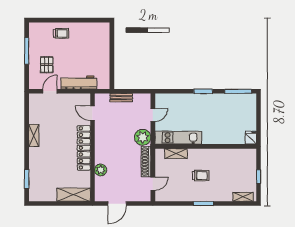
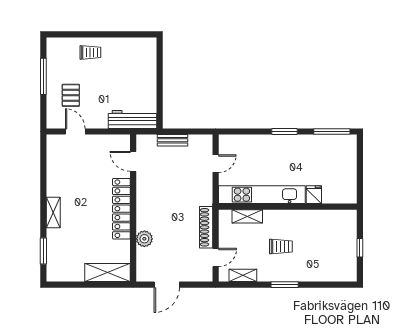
workbench: (79, 83) -> (133, 119), moved
door: (50, 91) -> (75, 132), hinge flipped
shelving: (34, 136) -> (53, 212), moved
plant: (143, 137) -> (202, 194), removed
kitchen unit: (178, 138) -> (262, 195), width x1.36
fridge: (251, 138) -> (314, 195), moved
shelving: (243, 197) -> (243, 275), moved

